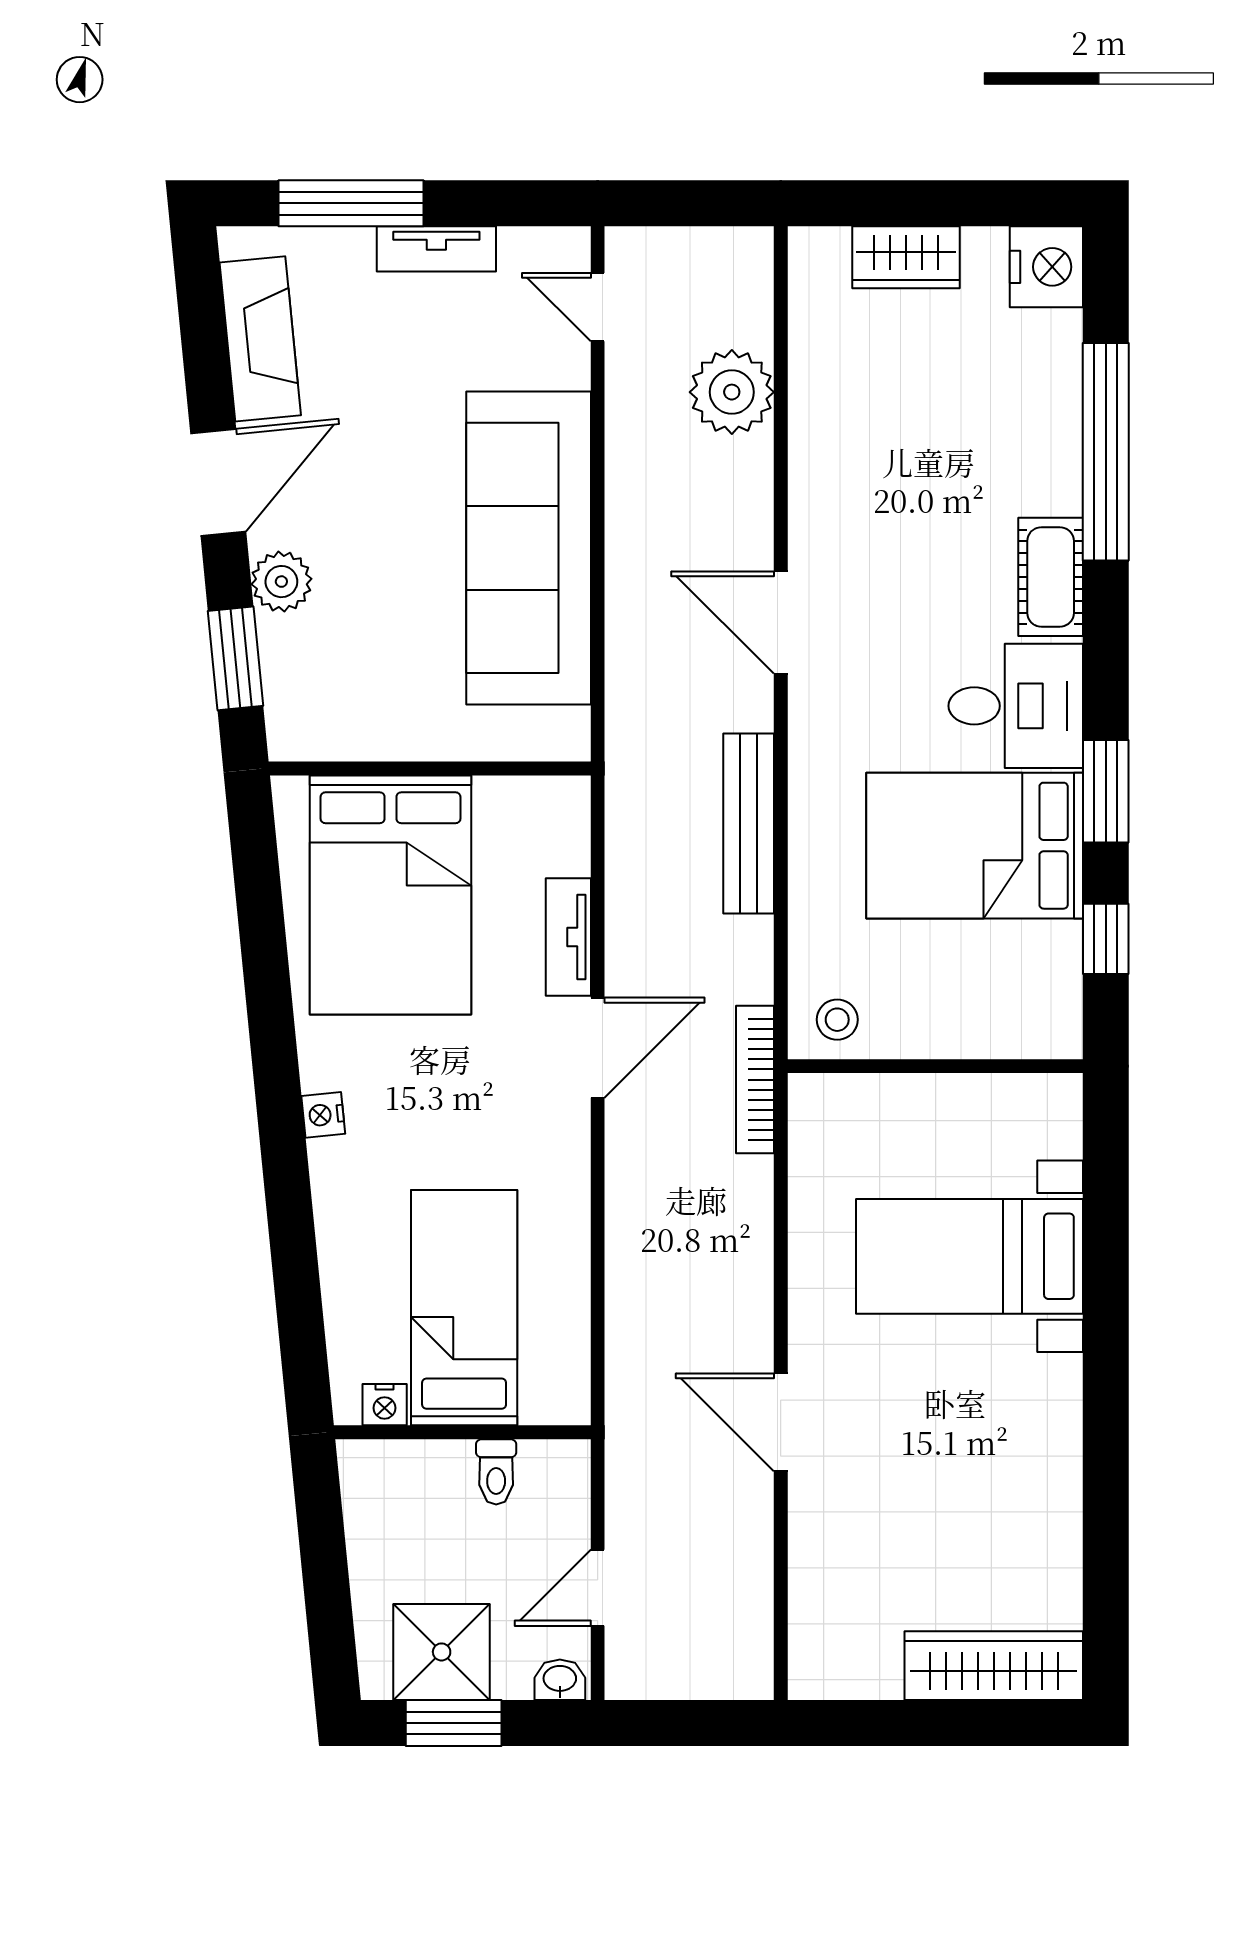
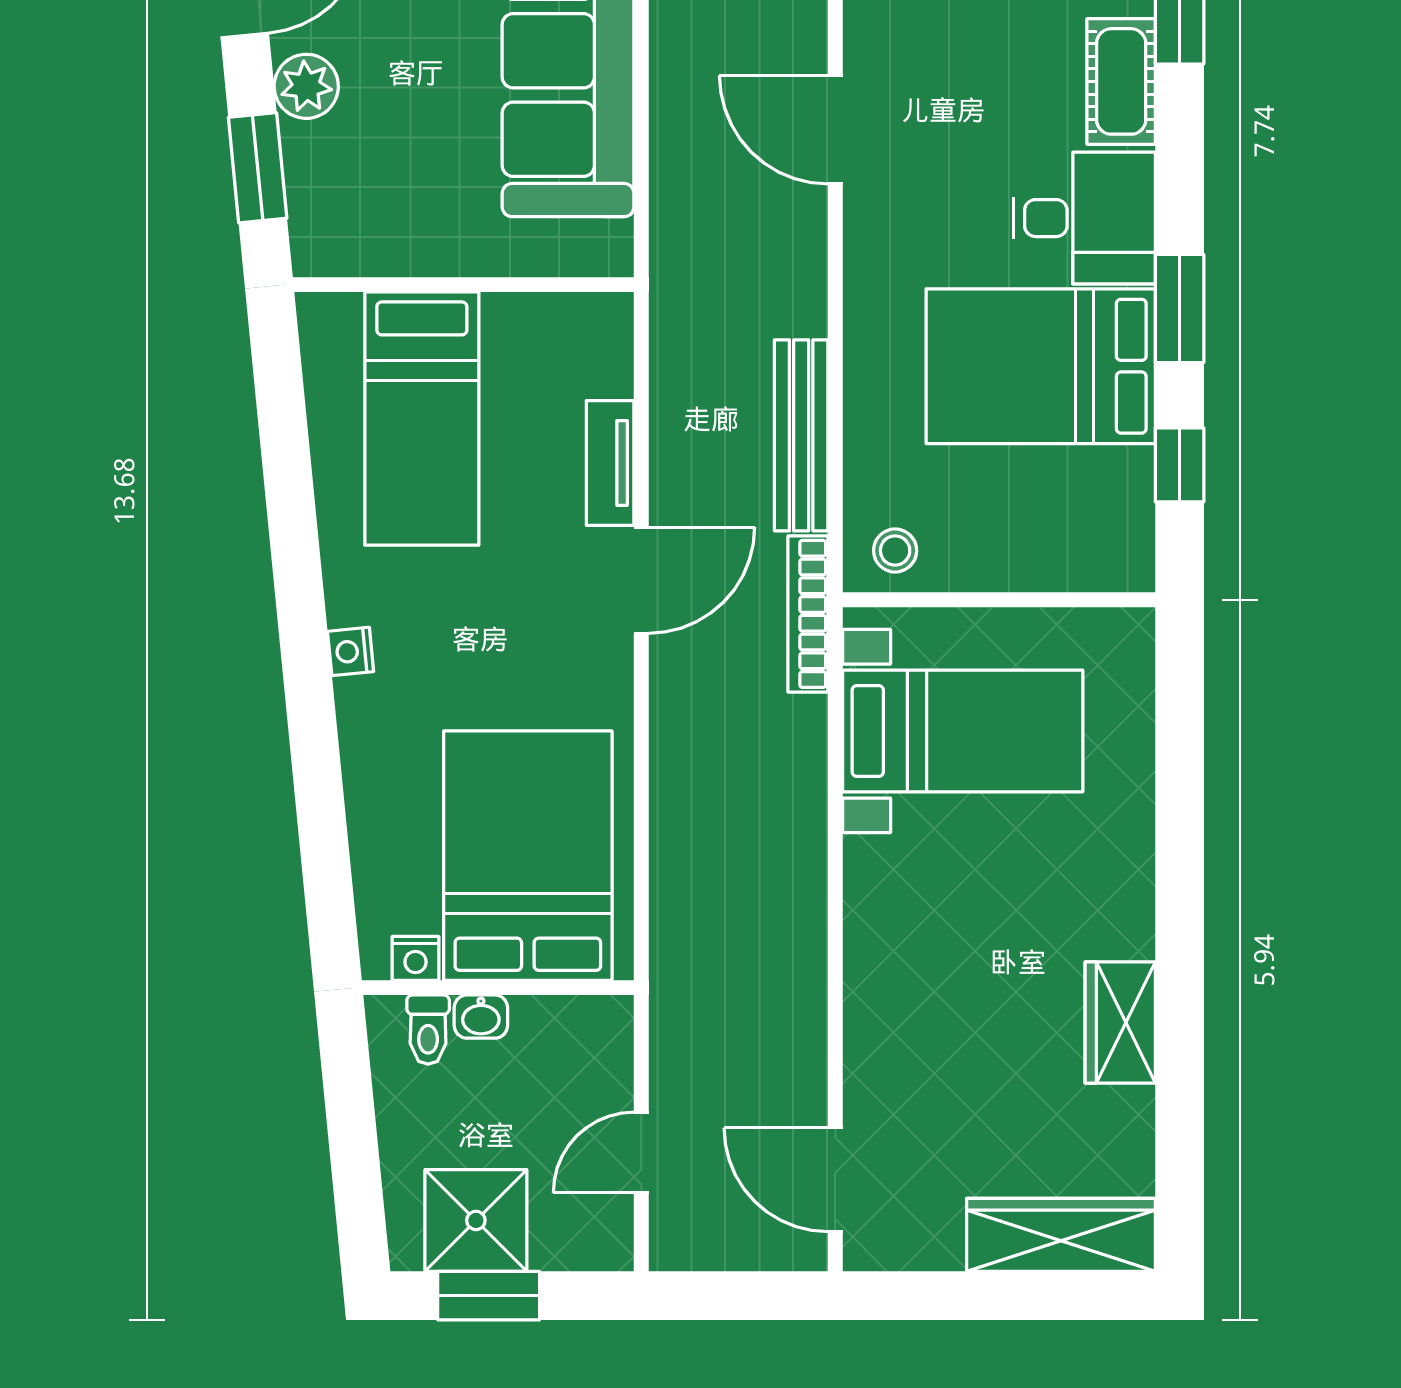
bench: (749, 823) -> (801, 435), moved
bed: (391, 895) -> (422, 418), width x0.67
bed with nightstands: (969, 1256) -> (963, 731), moved, turned 180
bed: (464, 1308) -> (528, 856), width x1.50
door: (781, 1422) -> (835, 1180), moved
wardrobe: (1050, 1465) -> (1120, 1022), added
toilet: (496, 1472) -> (428, 1030), moved
washbasin: (560, 1680) -> (481, 1017), moved, turned 180

